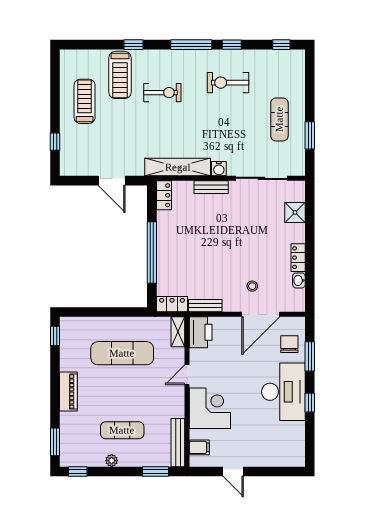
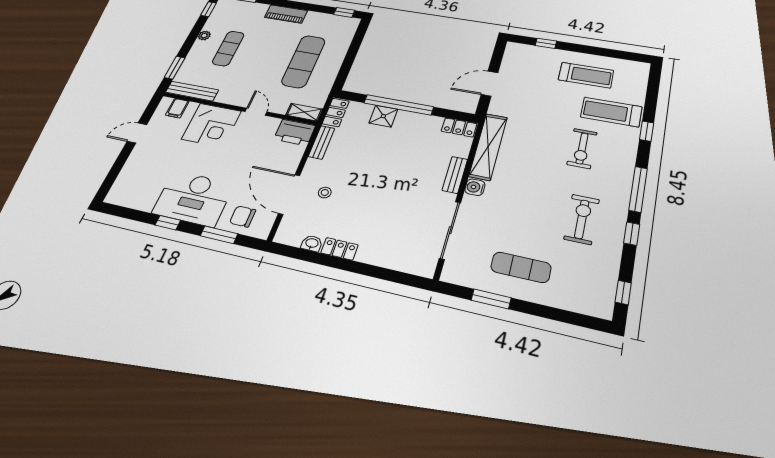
shower: (295, 212) -> (383, 116), moved
chair: (289, 344) -> (243, 216), turned 180

